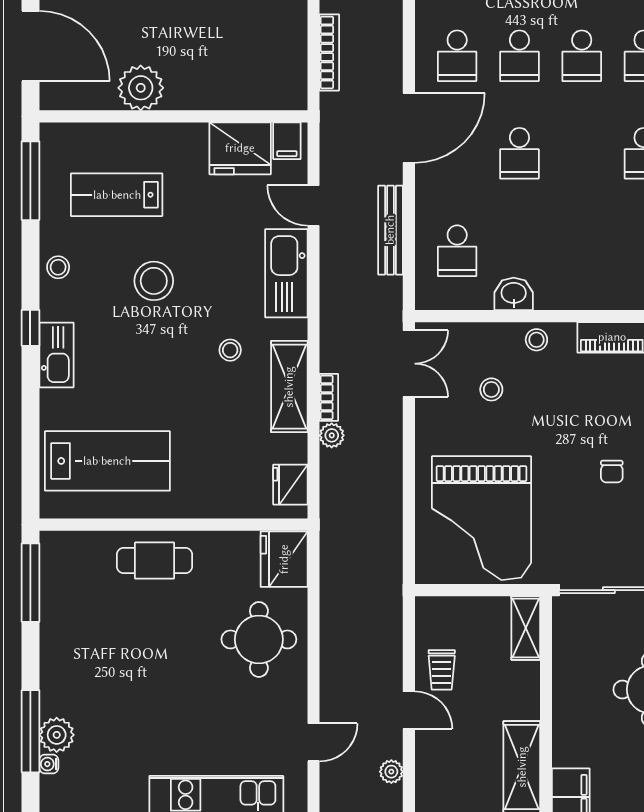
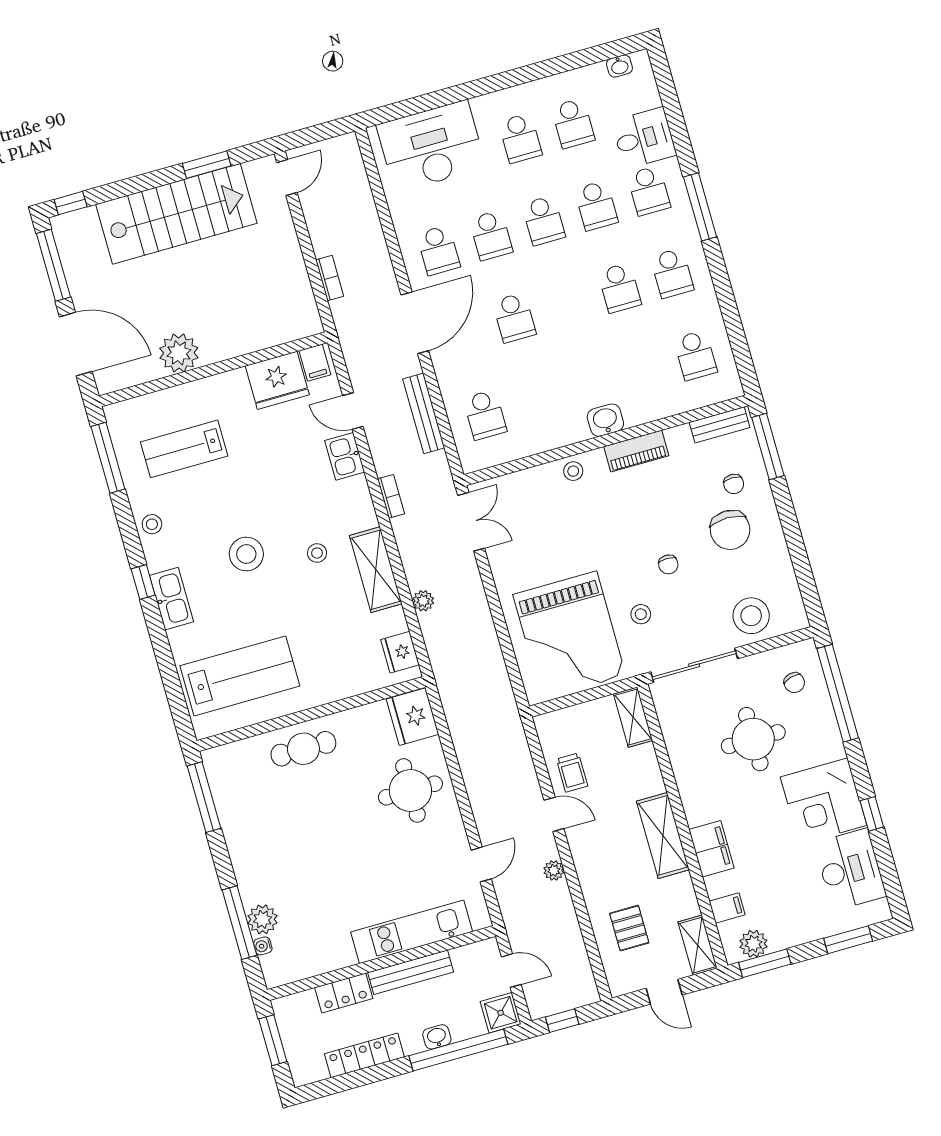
bookcase: (329, 52) -> (330, 278), width x0.64
kitchen sink: (286, 273) -> (345, 456), width x0.53, depth x0.81
stool: (154, 281) -> (246, 554), moved
washbasin: (514, 294) -> (605, 420), moved
stool: (491, 389) -> (641, 614), moved
bookcase: (329, 397) -> (391, 496), moved

